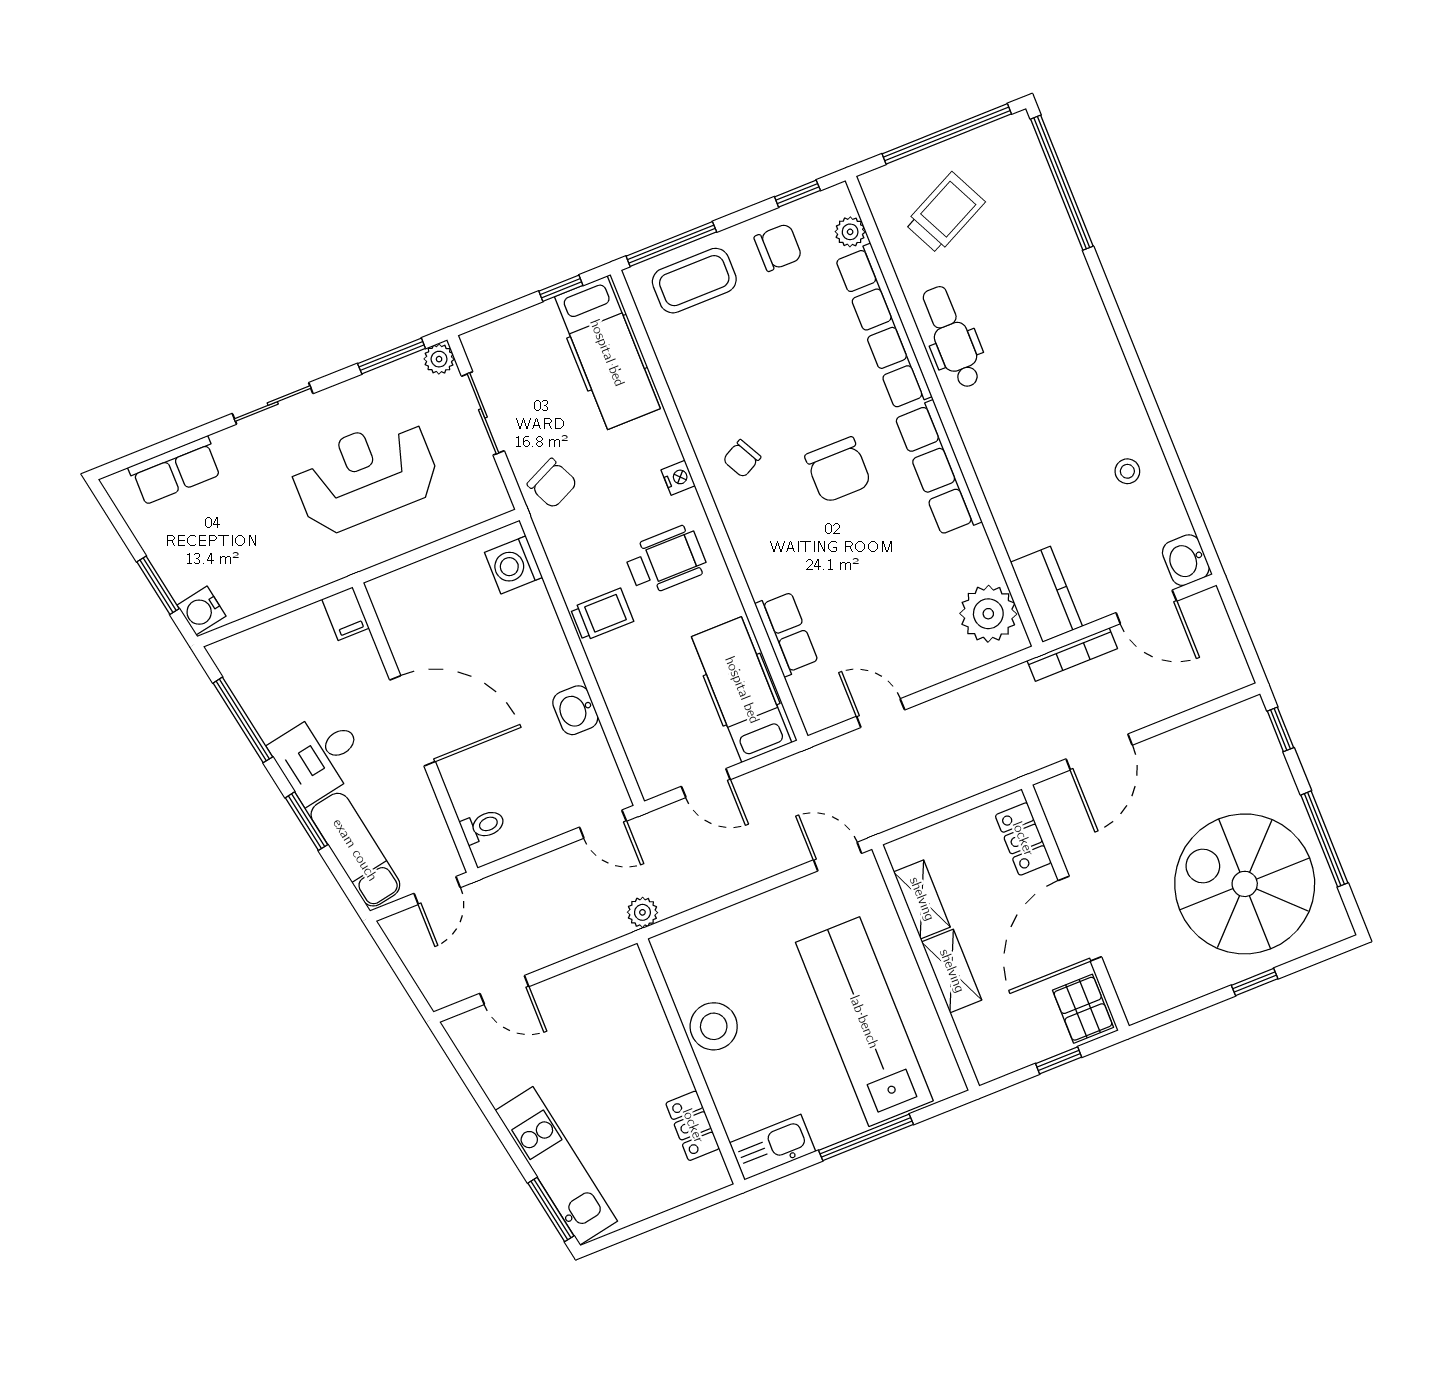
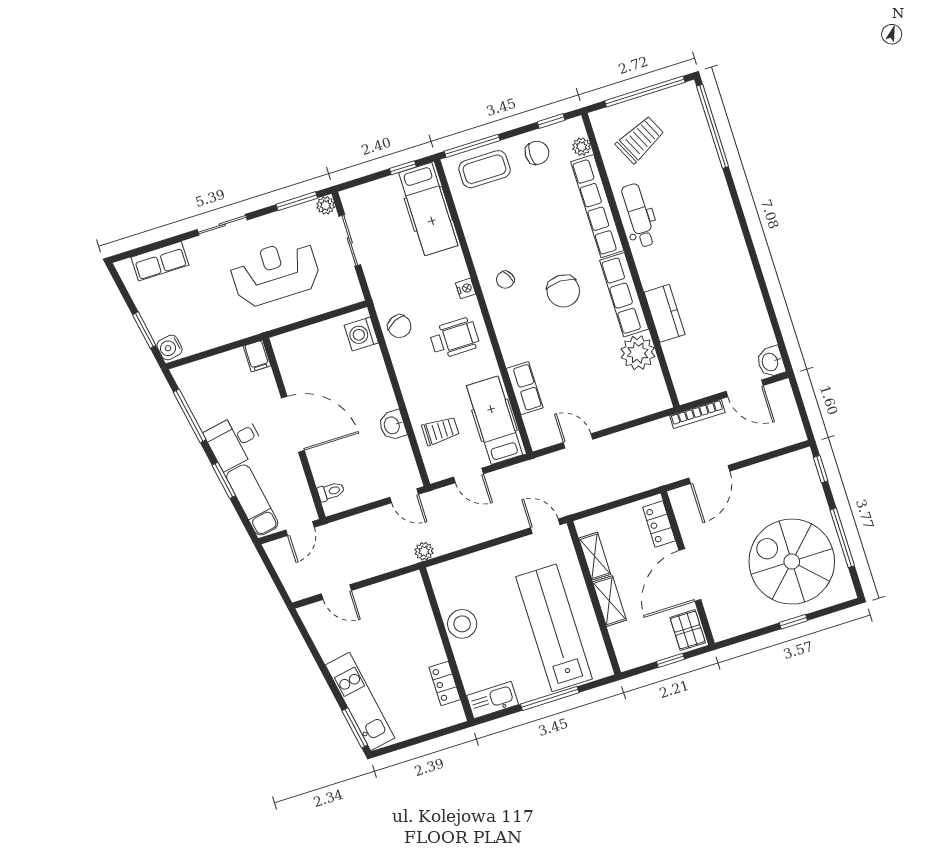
stool: (1127, 471) -> (739, 305), removed
chair: (552, 483) -> (399, 326), moved
kitchen counter: (1046, 594) -> (665, 313), moved
plant: (988, 614) -> (638, 353), moved
trolley: (602, 615) -> (440, 431), moved

